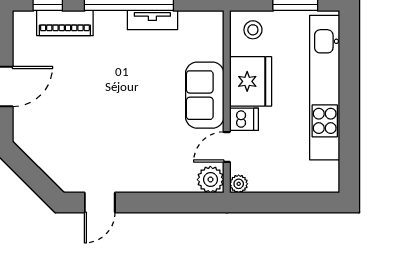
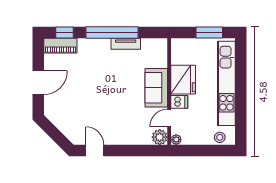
piano: (65, 23) -> (60, 46), moved
stool: (253, 30) -> (220, 137), moved
door: (100, 203) -> (95, 151), swing flipped

